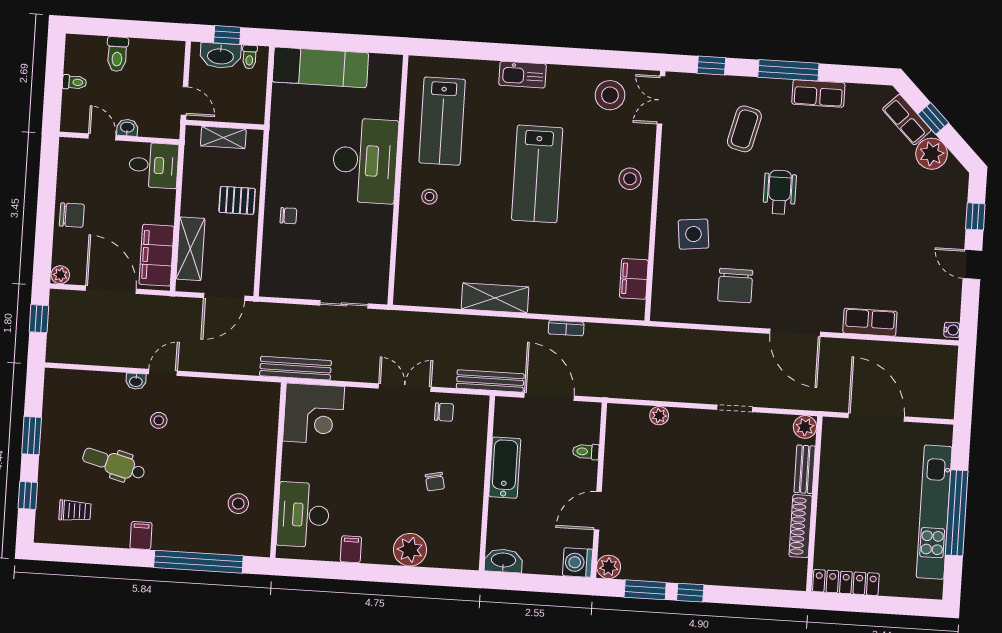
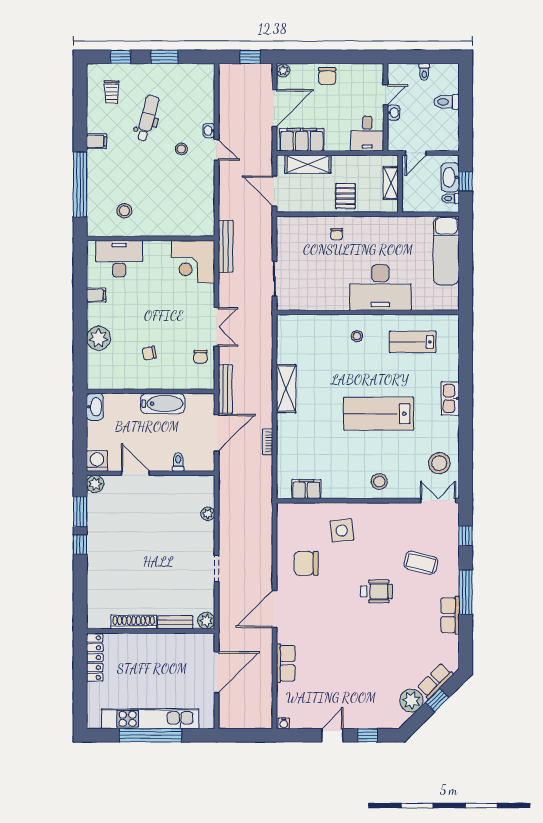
lab bench: (442, 121) -> (413, 342), width x0.73, depth x0.72

